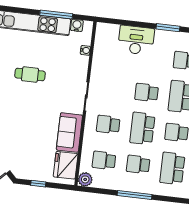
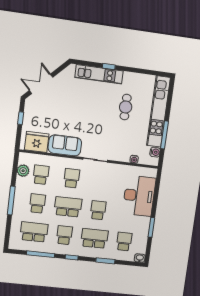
desk: (136, 40) -> (139, 196), width x1.36, depth x1.30
cafe table: (30, 74) -> (126, 107), moved
plant: (85, 179) -> (23, 171), moved

